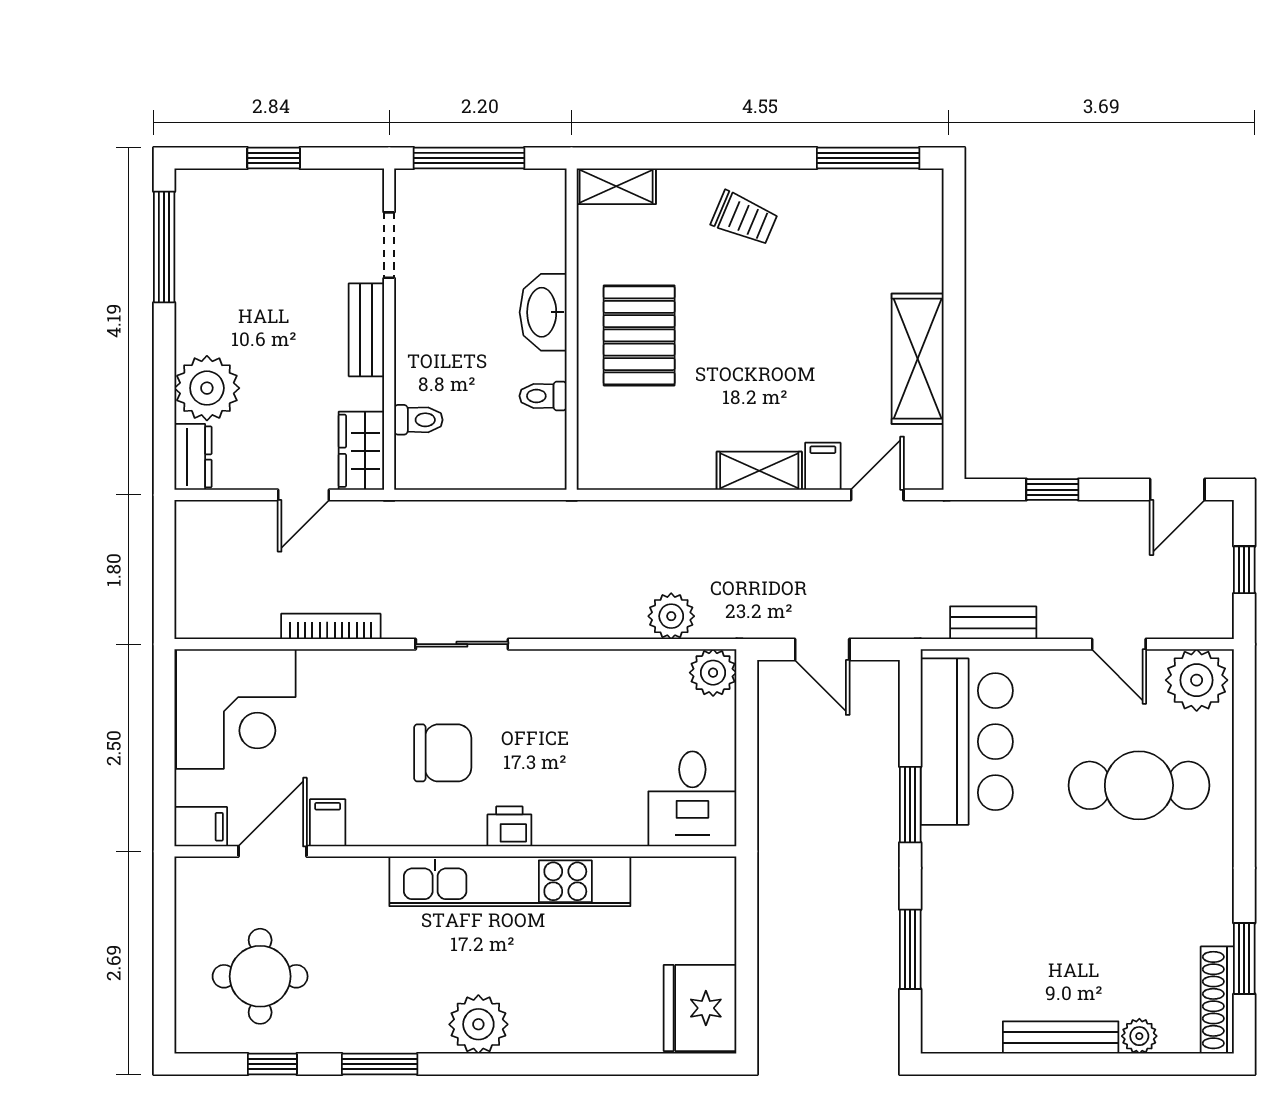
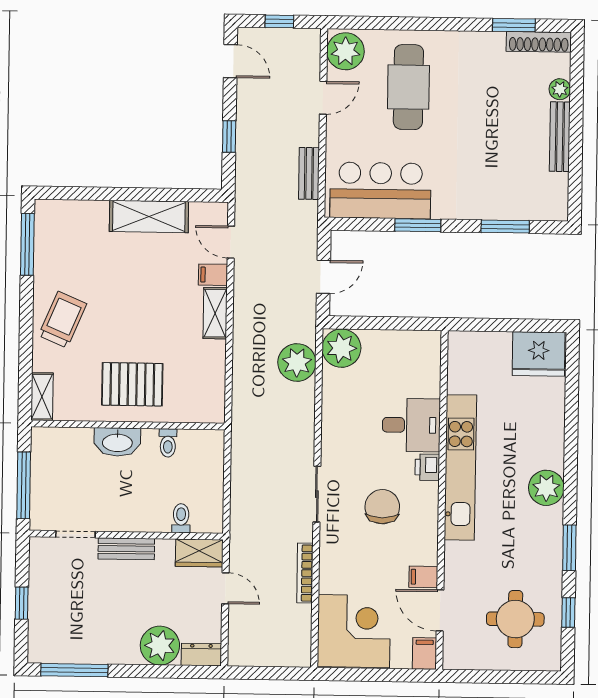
trolley: (744, 218) -> (63, 320), width x1.36, depth x1.39
plant: (671, 616) -> (297, 362), width x1.36, depth x1.36
plant: (713, 673) -> (341, 348), width x1.36, depth x1.36
desk: (692, 799) -> (411, 425), moved

